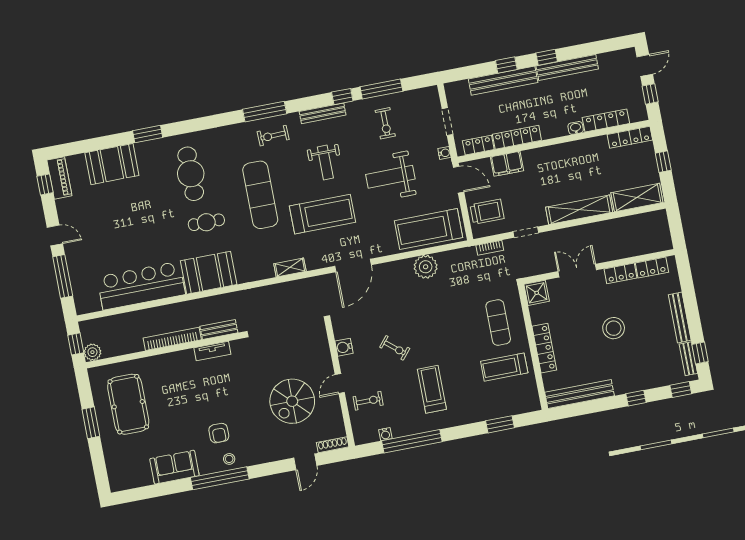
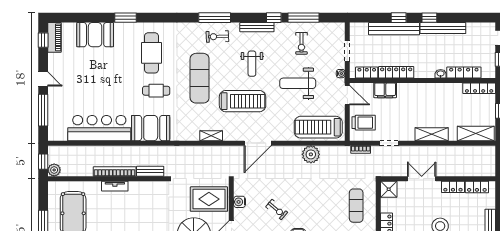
shelving: (579, 210) -> (432, 134), width x0.68
tv unit: (212, 351) -> (115, 186), moved
rug: (303, 351) -> (209, 199), added

